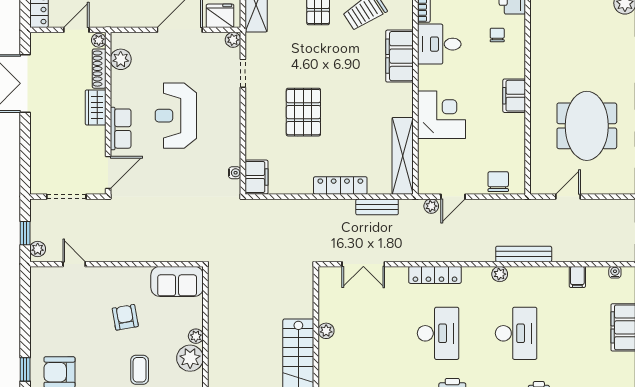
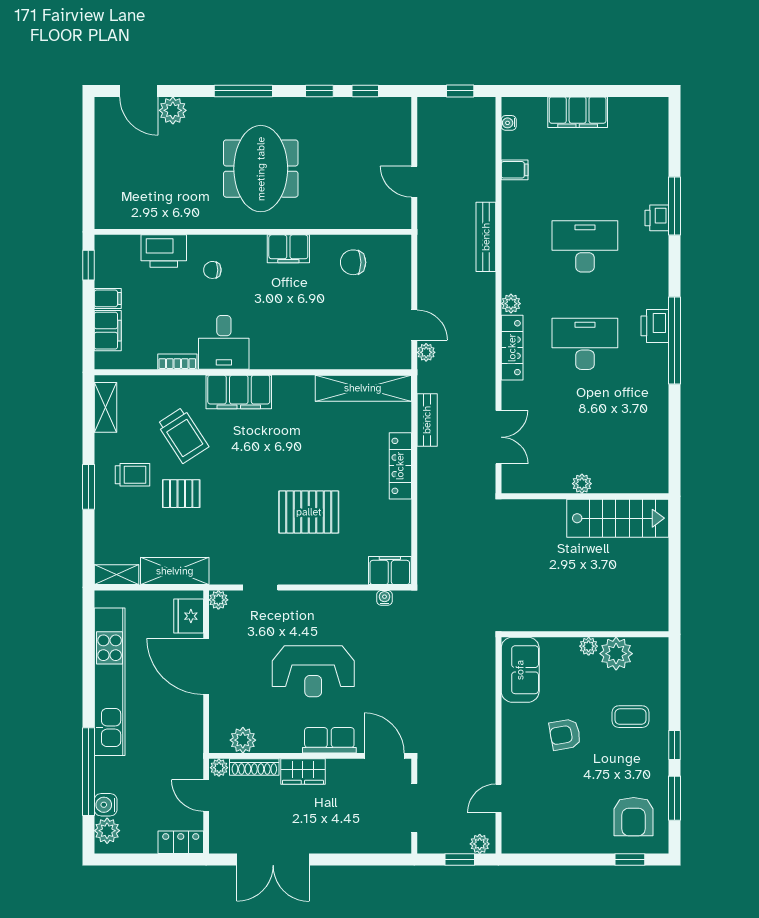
corner desk: (441, 115) -> (312, 340), removed
meeting table: (587, 126) -> (261, 169), moved, turned 90
chair: (498, 182) -> (353, 262), moved
plant: (500, 274) -> (511, 304), moved

